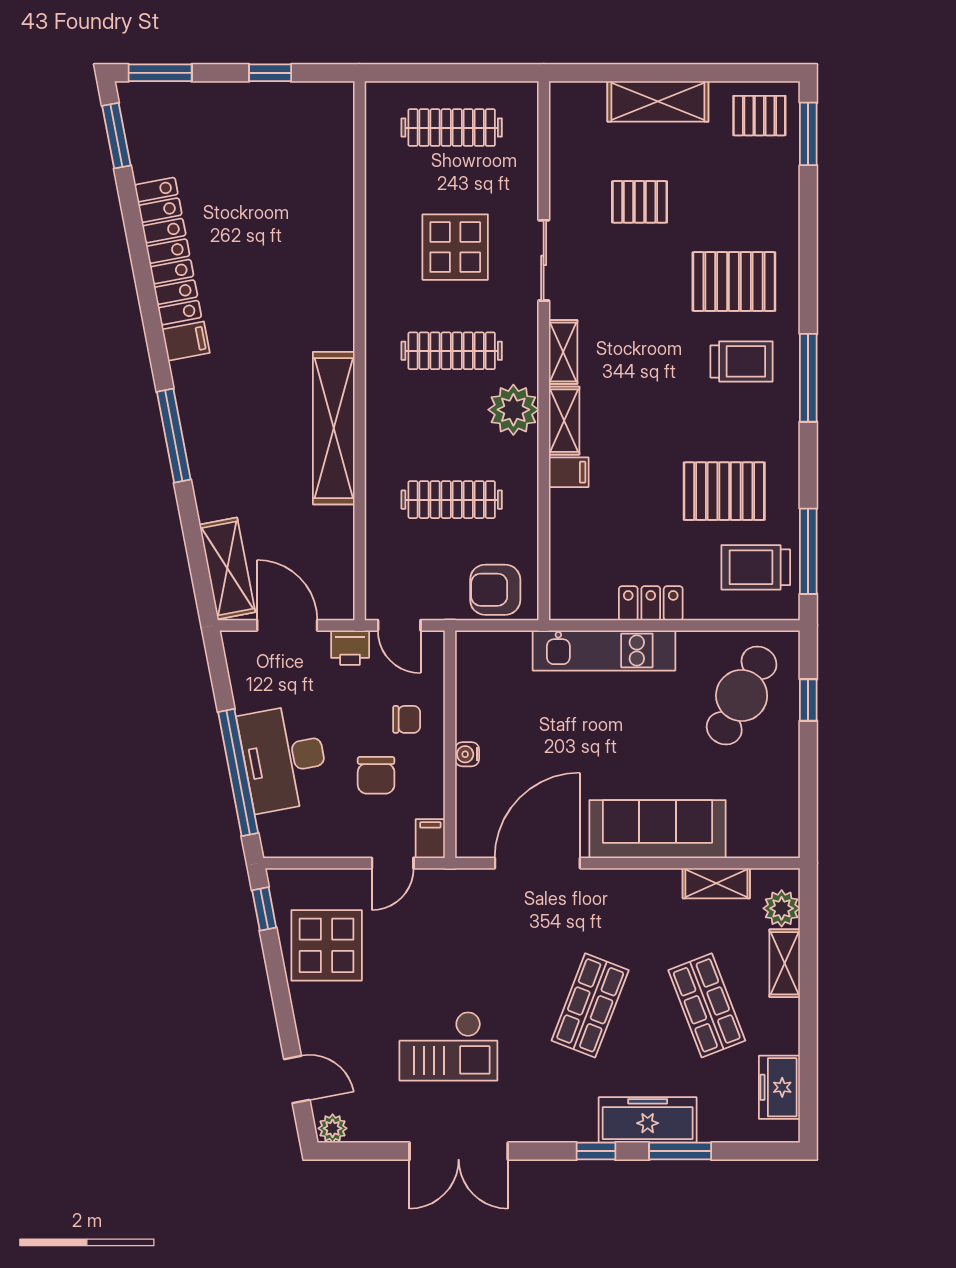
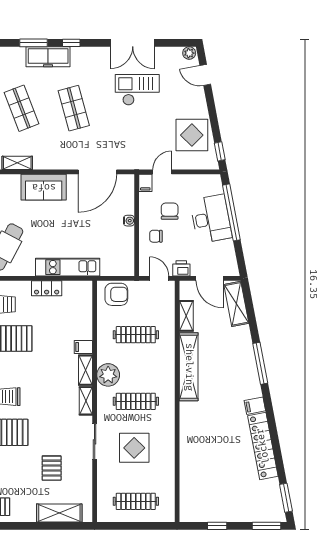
shelving: (658, 101) -> (59, 513), moved
pallet: (640, 202) -> (52, 468), turned 90
shelving: (339, 541) -> (186, 316), added
sofa: (657, 829) -> (44, 187), width x0.73
shop shelf: (590, 1005) -> (74, 108), turned -36
double door: (459, 1151) -> (133, 43), swing flipped

